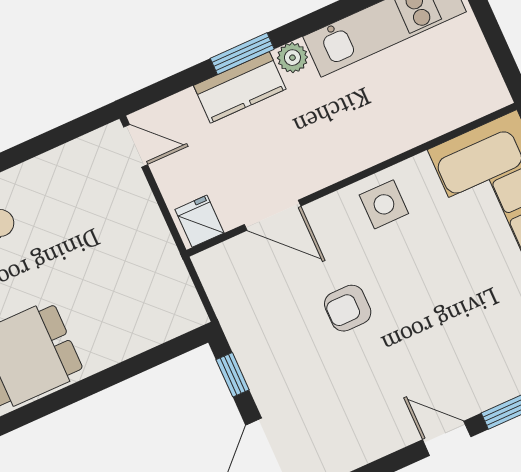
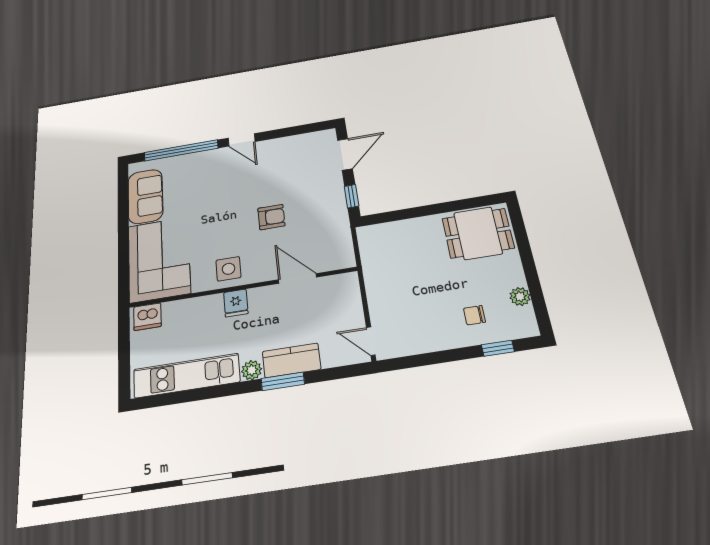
dishwasher: (480, 96) -> (147, 317), added
fridge: (200, 221) -> (236, 303), moved

